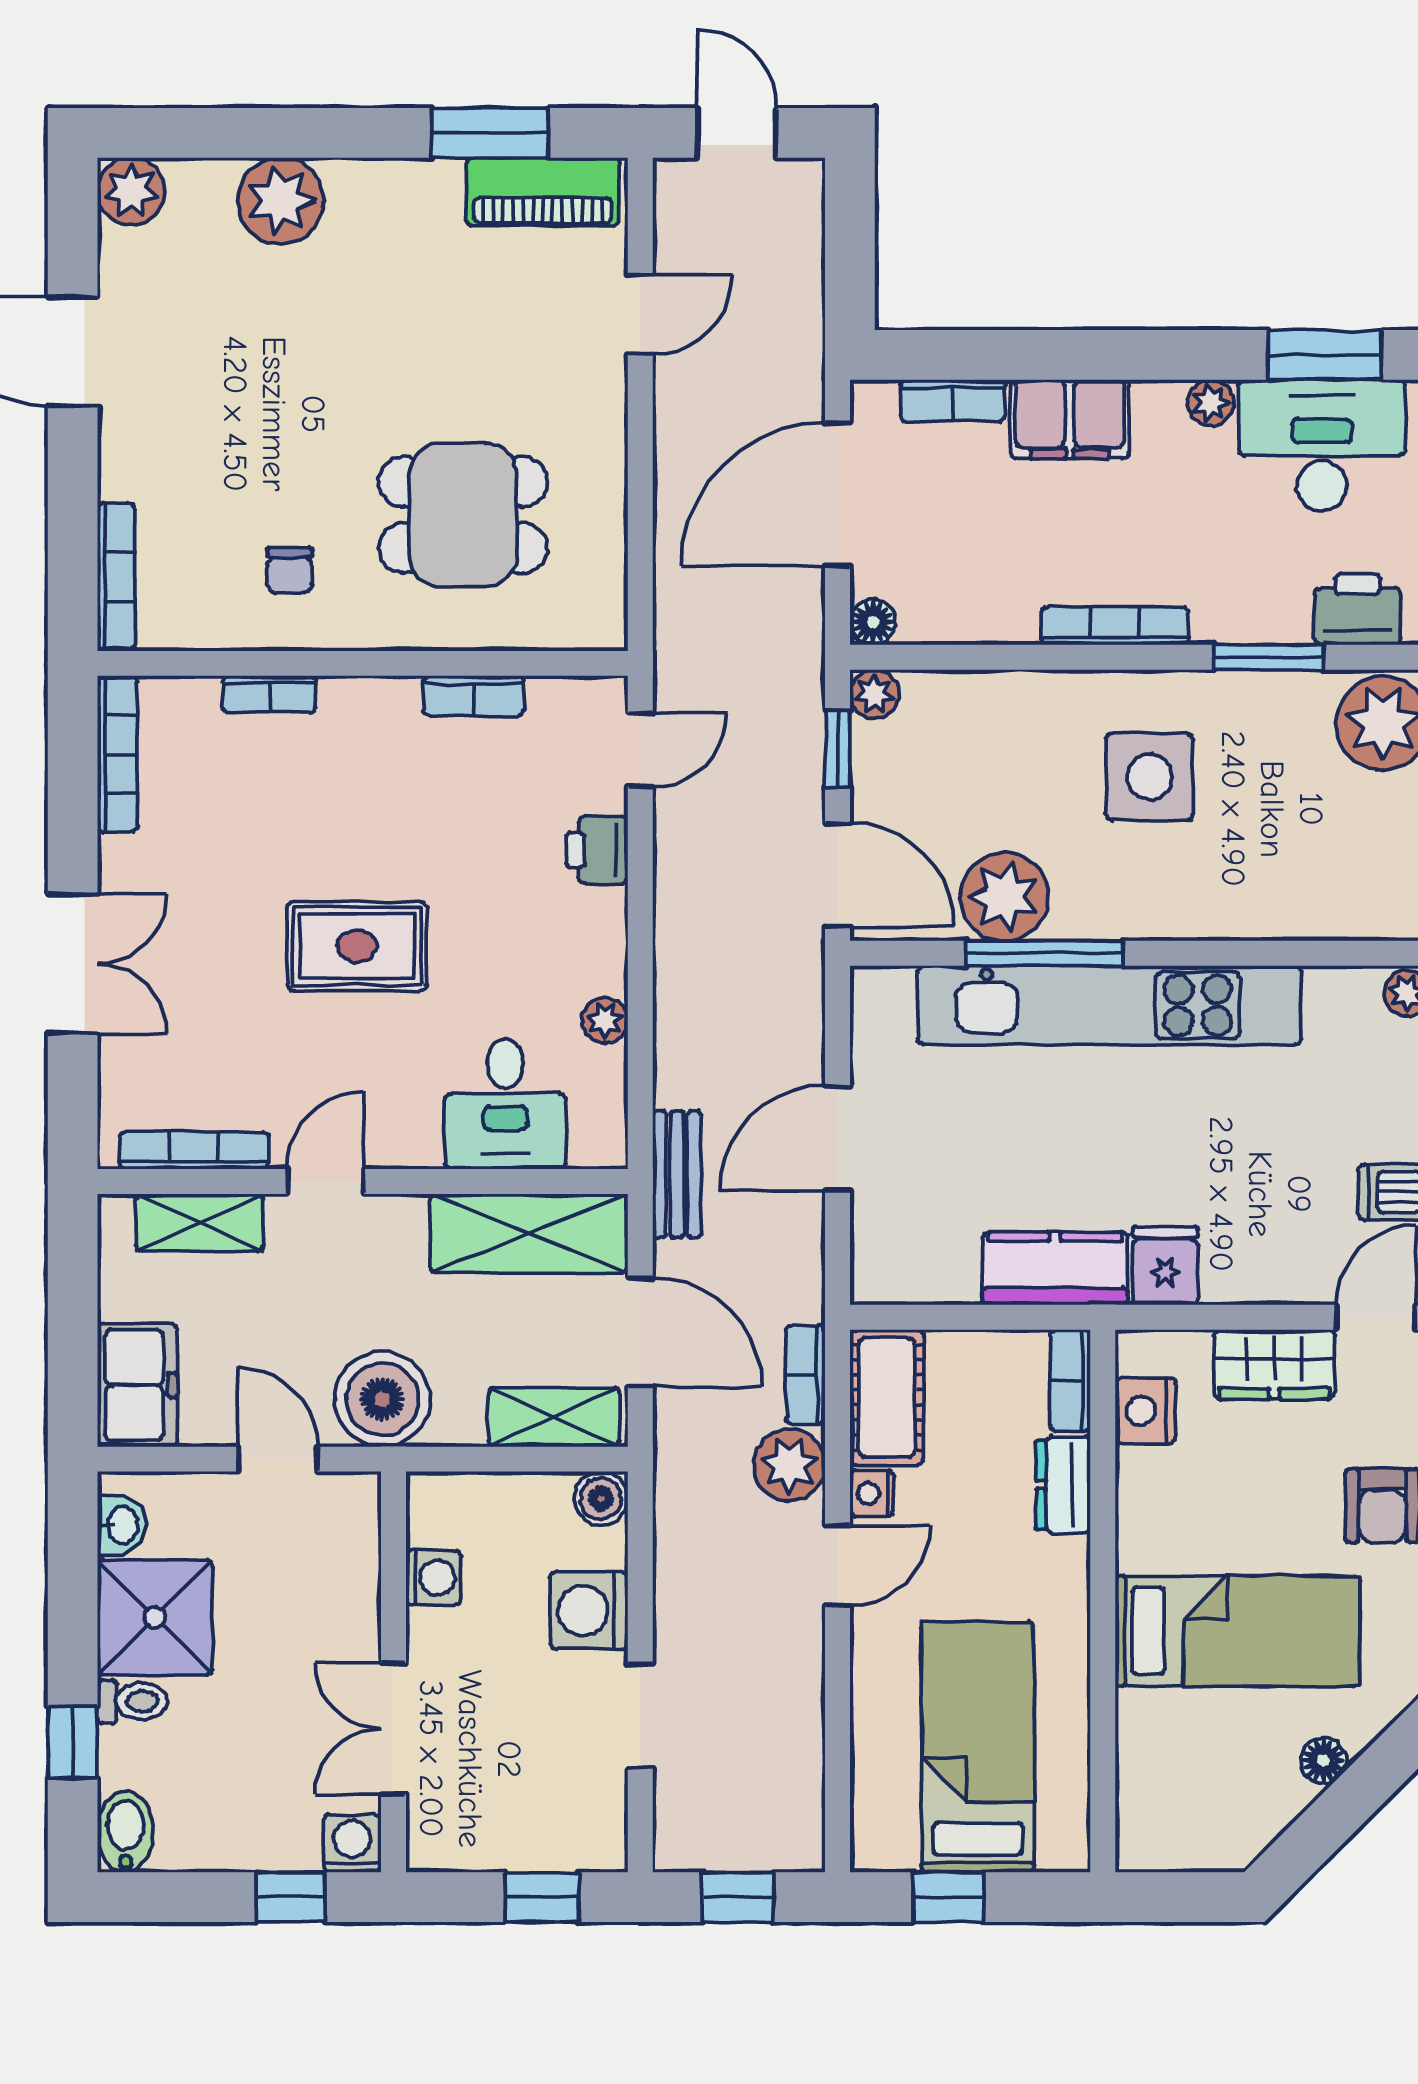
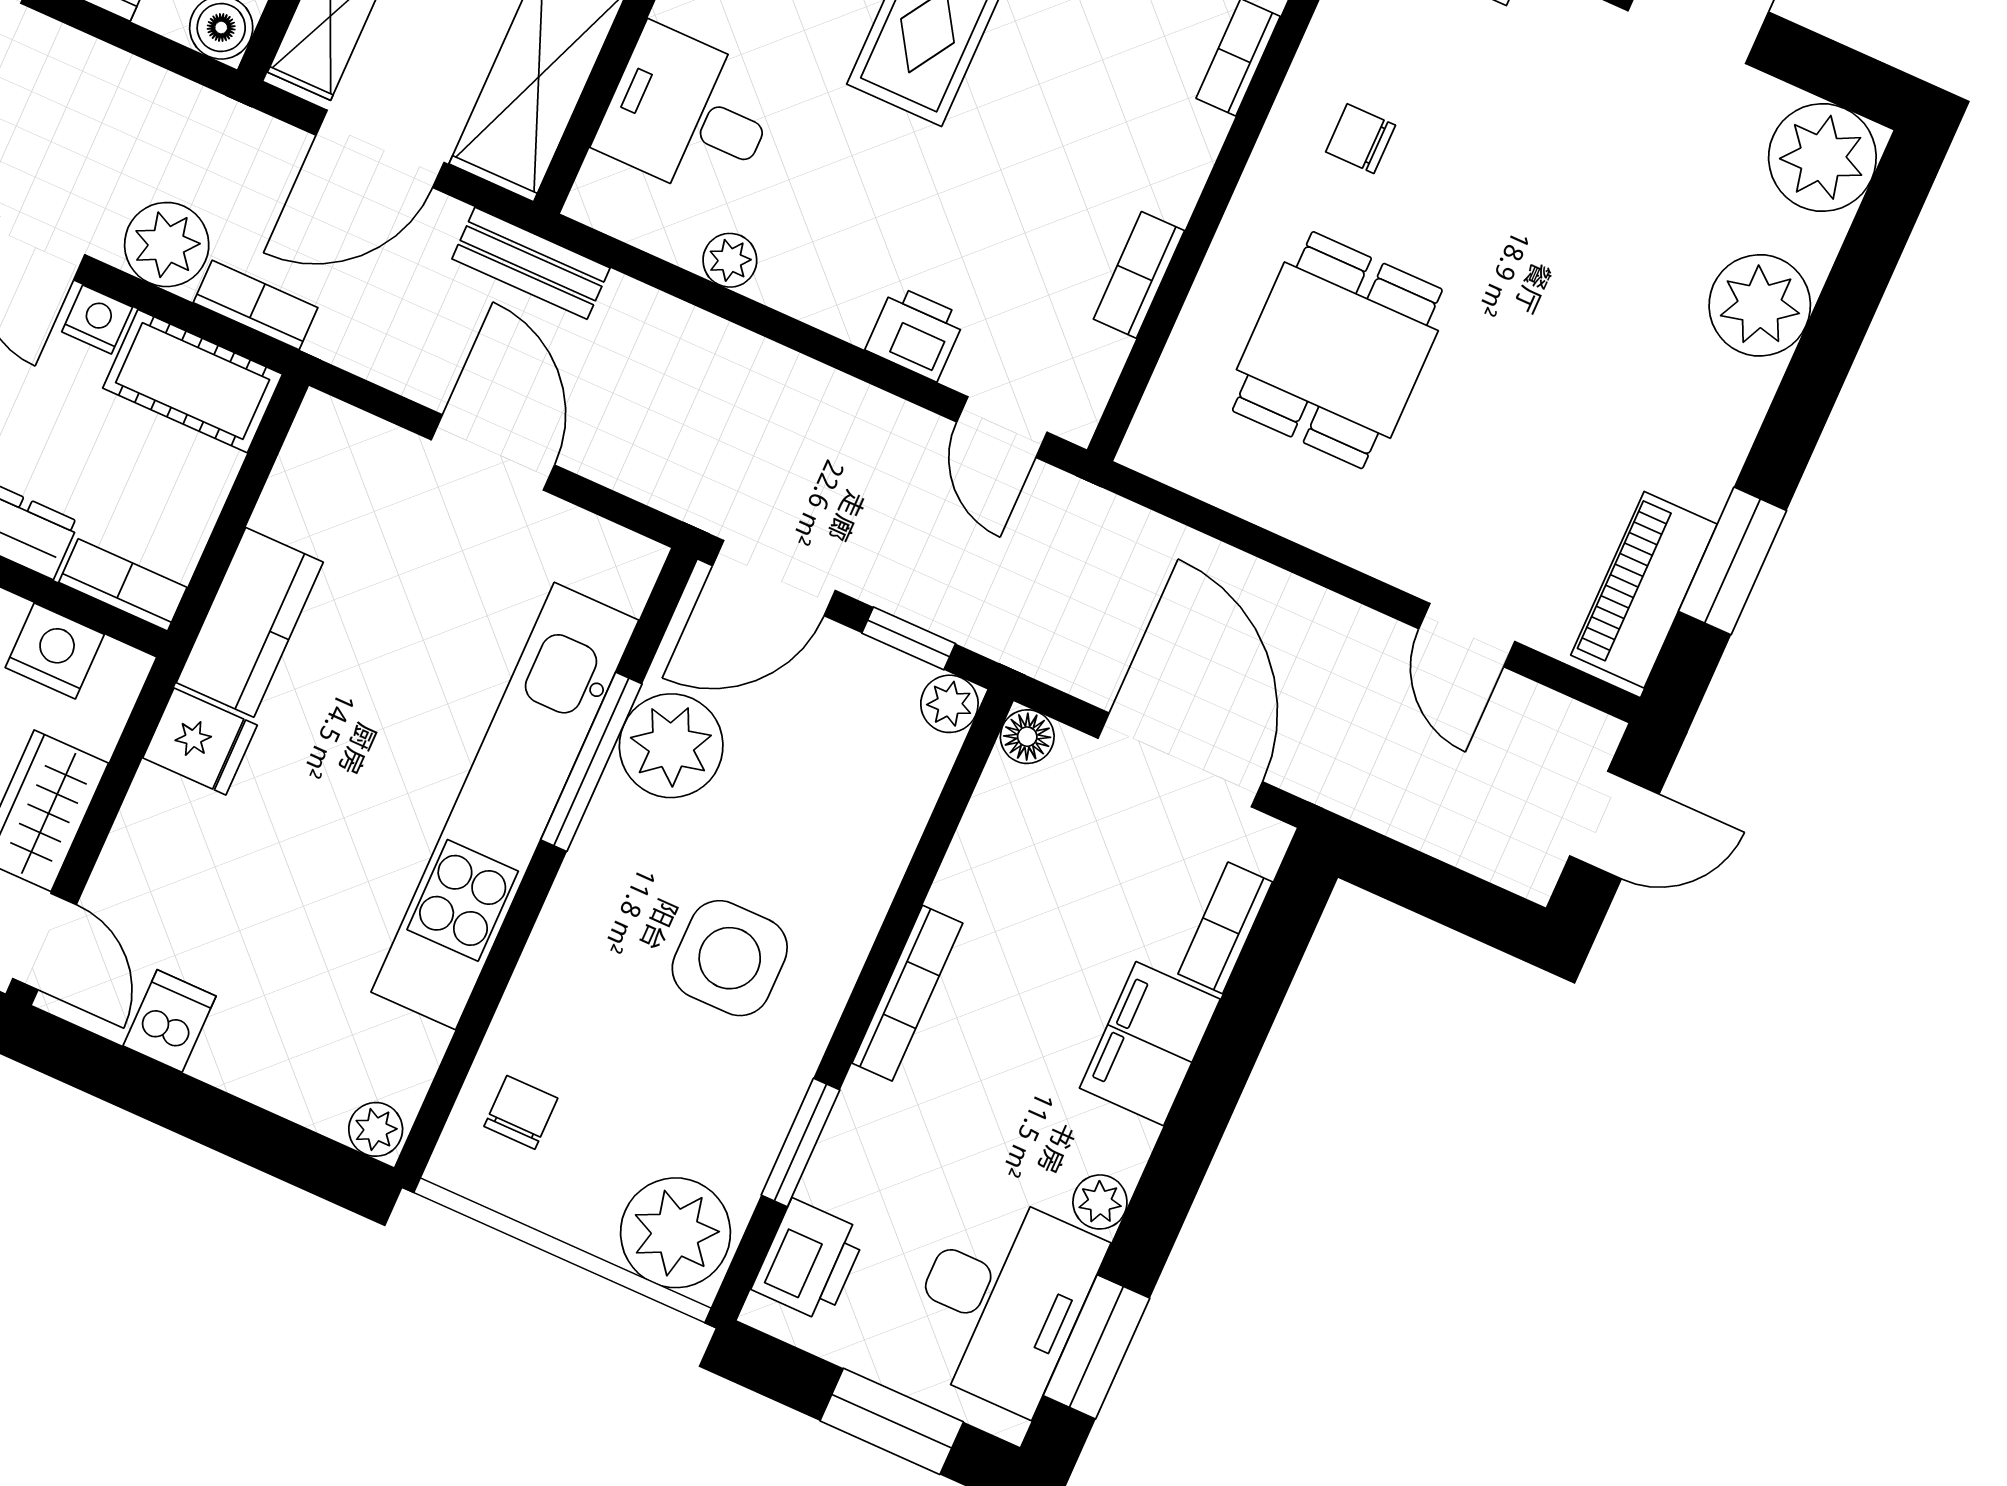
plant: (131, 191) -> (1822, 158), width x1.36, depth x1.36
chair: (1343, 886) -> (521, 1112), added

